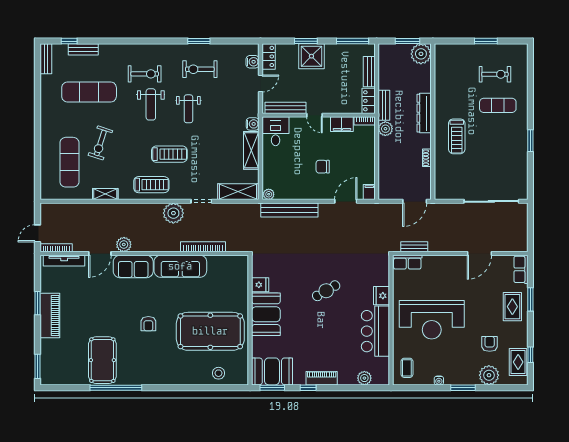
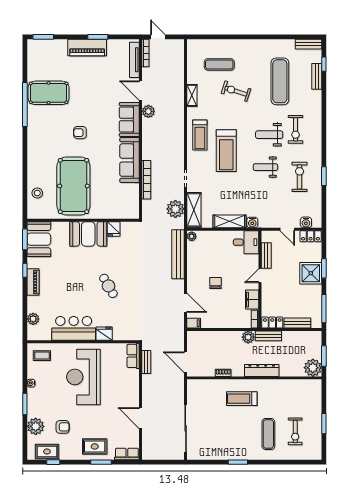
bench: (285, 108) -> (266, 255), width x0.73
treadmill: (169, 154) -> (226, 151), width x1.37, depth x1.38
exercise mat: (69, 162) -> (219, 64), width x0.73, depth x0.69
plant: (173, 213) -> (175, 209), moved

